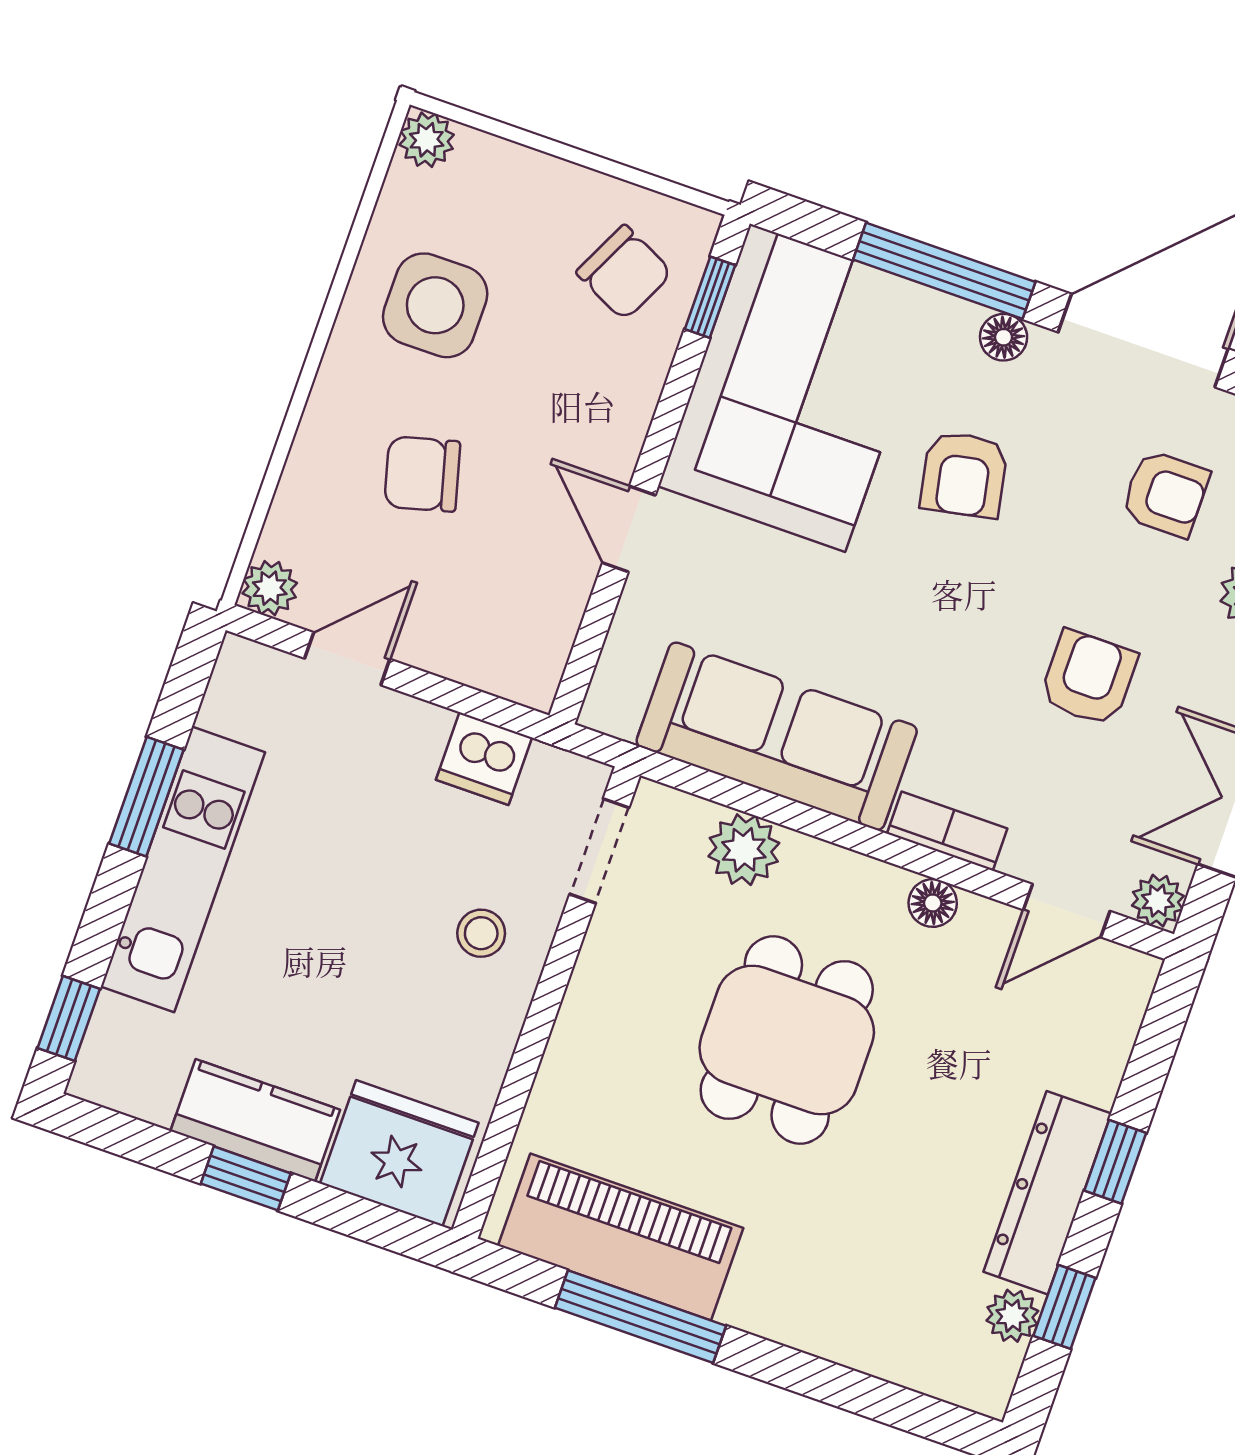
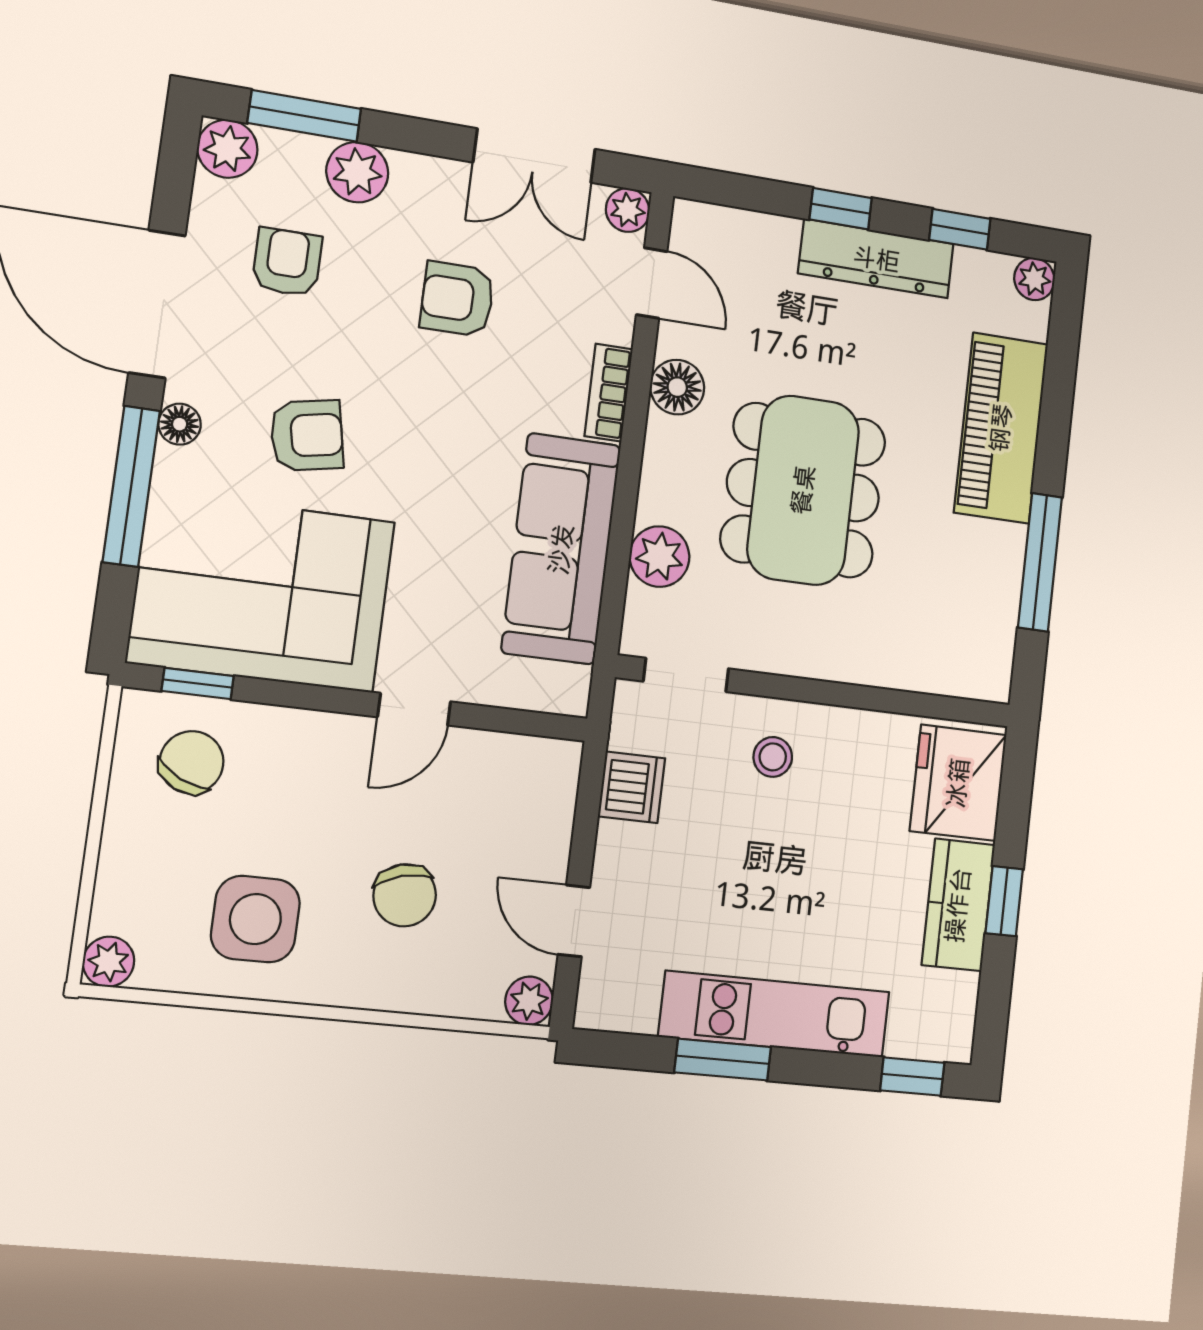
floor lamp: (933, 903) -> (677, 387), width x1.37, depth x1.37
dining table: (787, 1040) -> (803, 490), width x1.38
piano: (621, 1237) -> (1001, 428), moved
plant: (1012, 1316) -> (1034, 279), moved

